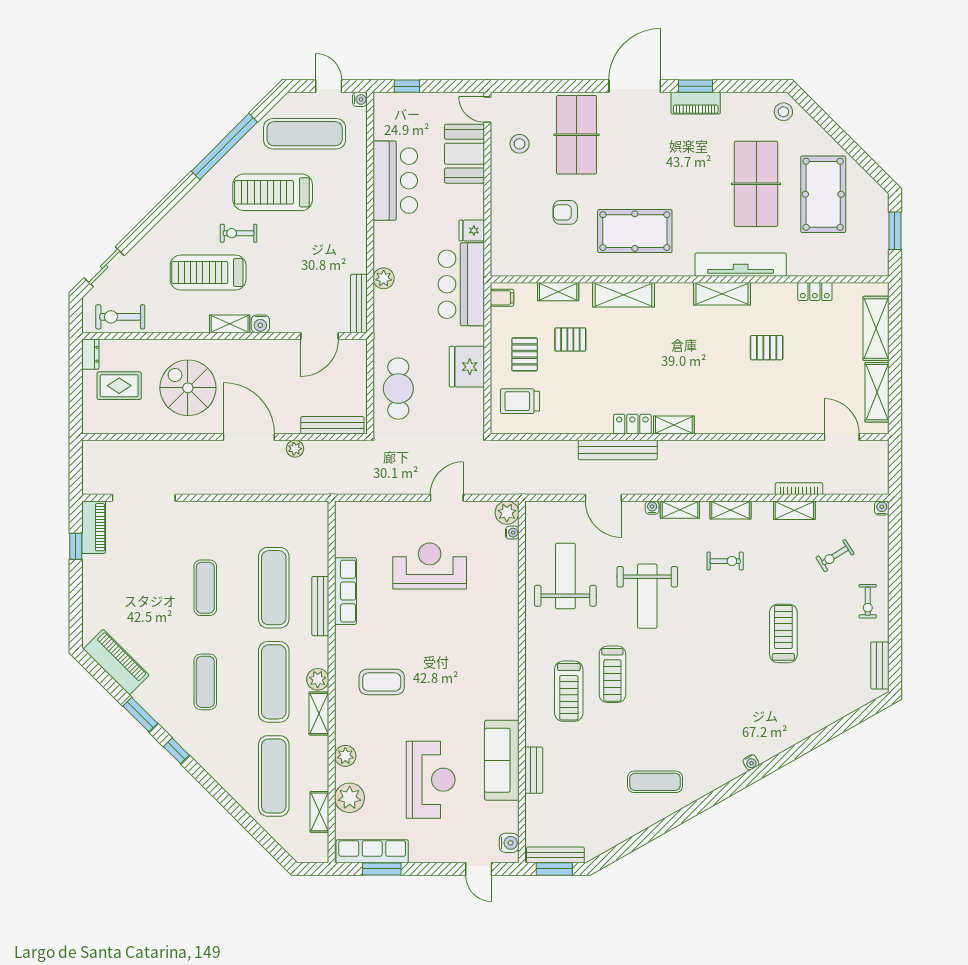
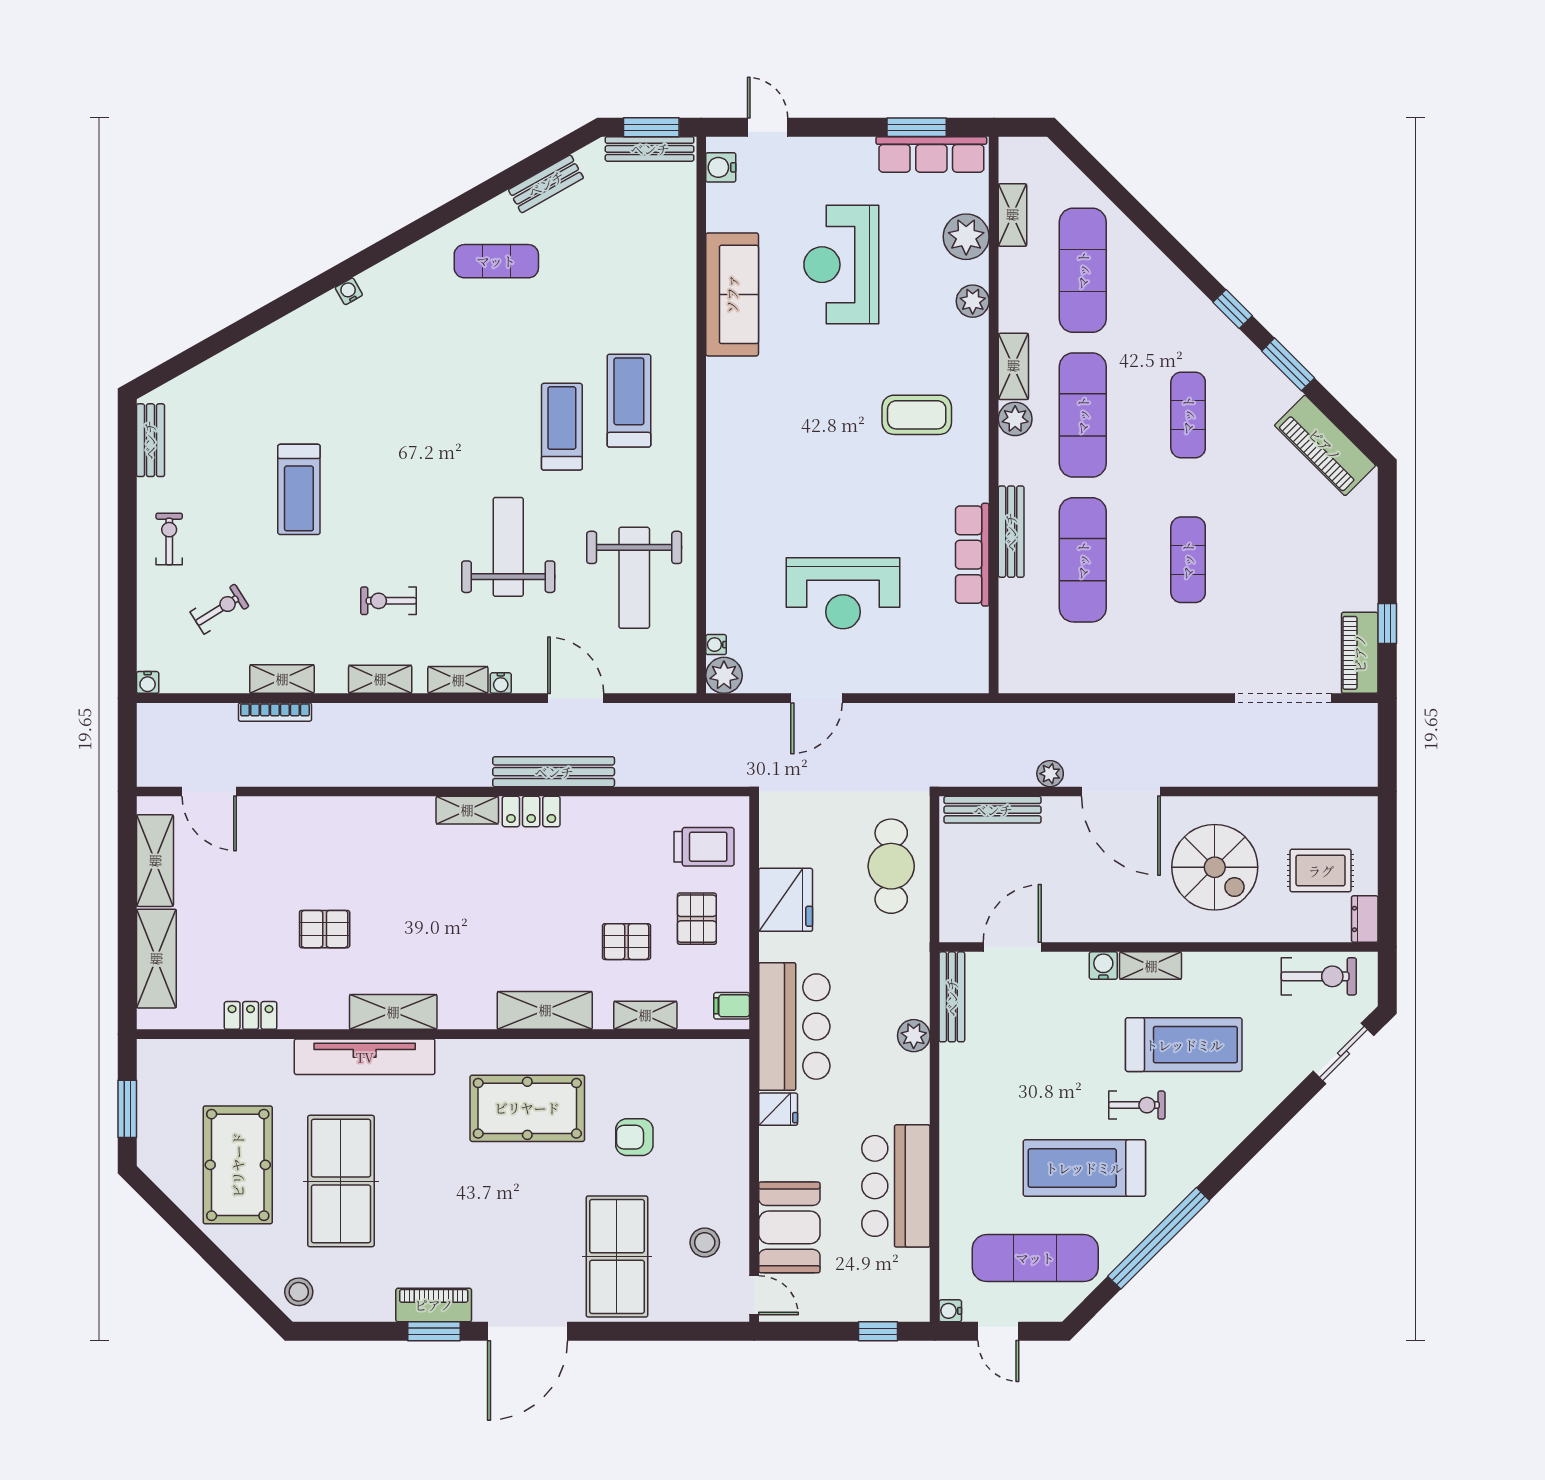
treadmill: (273, 192) -> (1084, 1168), turned 180
armchair: (565, 212) -> (634, 1137), turned 180
bench: (534, 770) -> (546, 184), moved, turned 61

